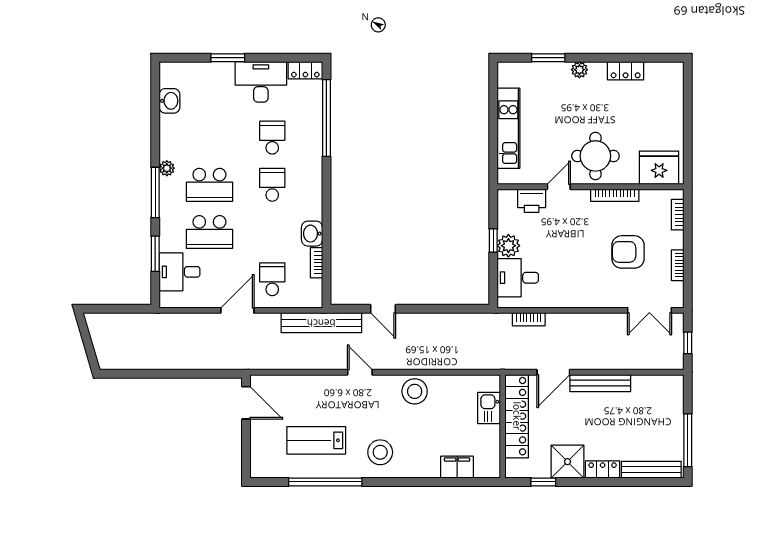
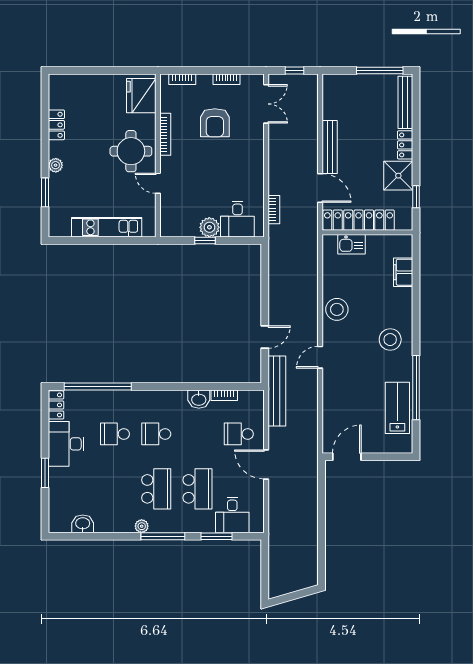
printer: (532, 201) -> (170, 207), removed
lab bench: (316, 440) -> (397, 408), moved, turned 180

